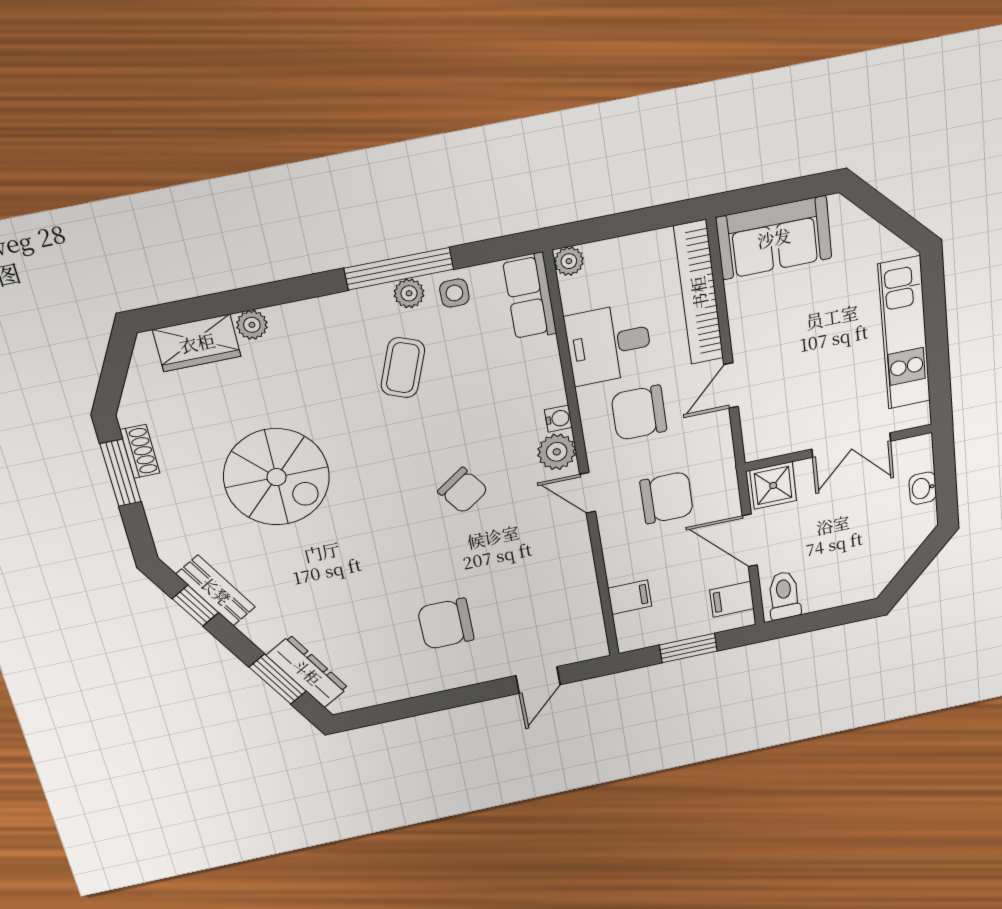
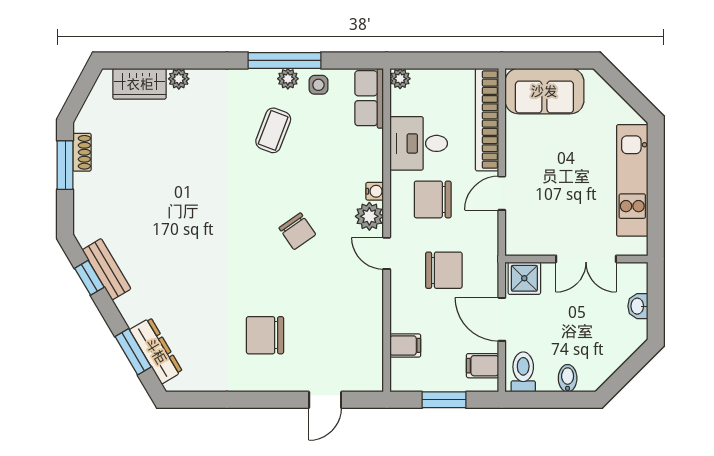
spiral stairs: (277, 477) -> (169, 192), removed
bidet: (841, 591) -> (568, 378), added

